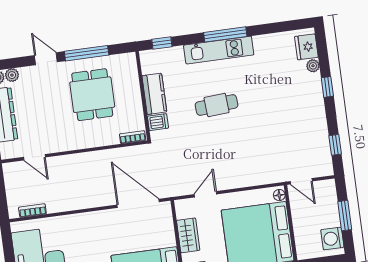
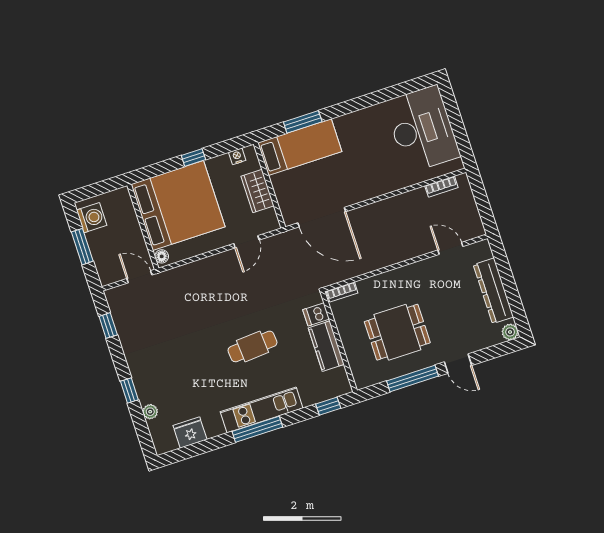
fridge: (306, 47) -> (190, 432), moved, turned -90
plant: (12, 75) -> (493, 338), removed
dining table: (92, 95) -> (397, 332), turned 90

